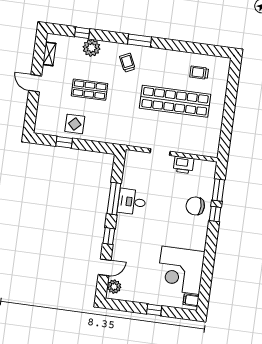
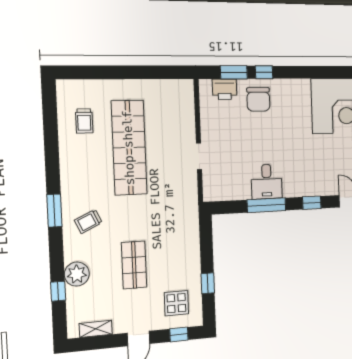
window: (31, 114) -> (179, 334), added
display table: (75, 124) -> (176, 303), moved
printer: (184, 165) -> (225, 89), moved, turned 90

